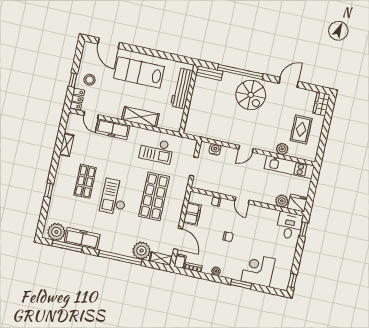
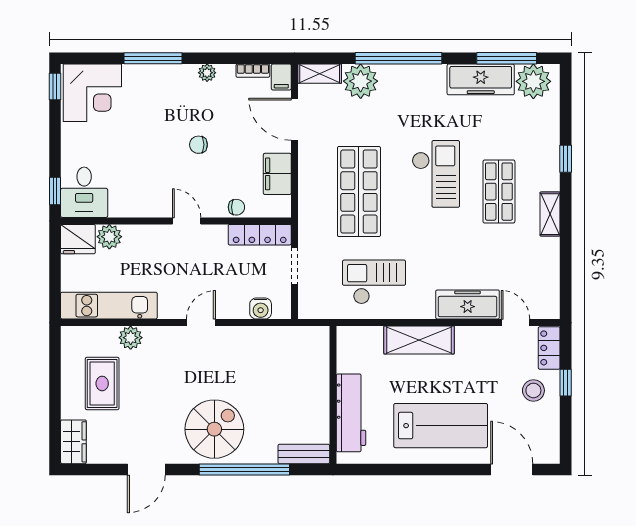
spiral stairs: (251, 95) -> (214, 429), turned 90
shelving: (67, 145) -> (550, 214), moved
locker: (208, 186) -> (260, 235), added
corner desk: (258, 270) -> (92, 93), moved
window: (241, 284) -> (153, 58), width x1.44

